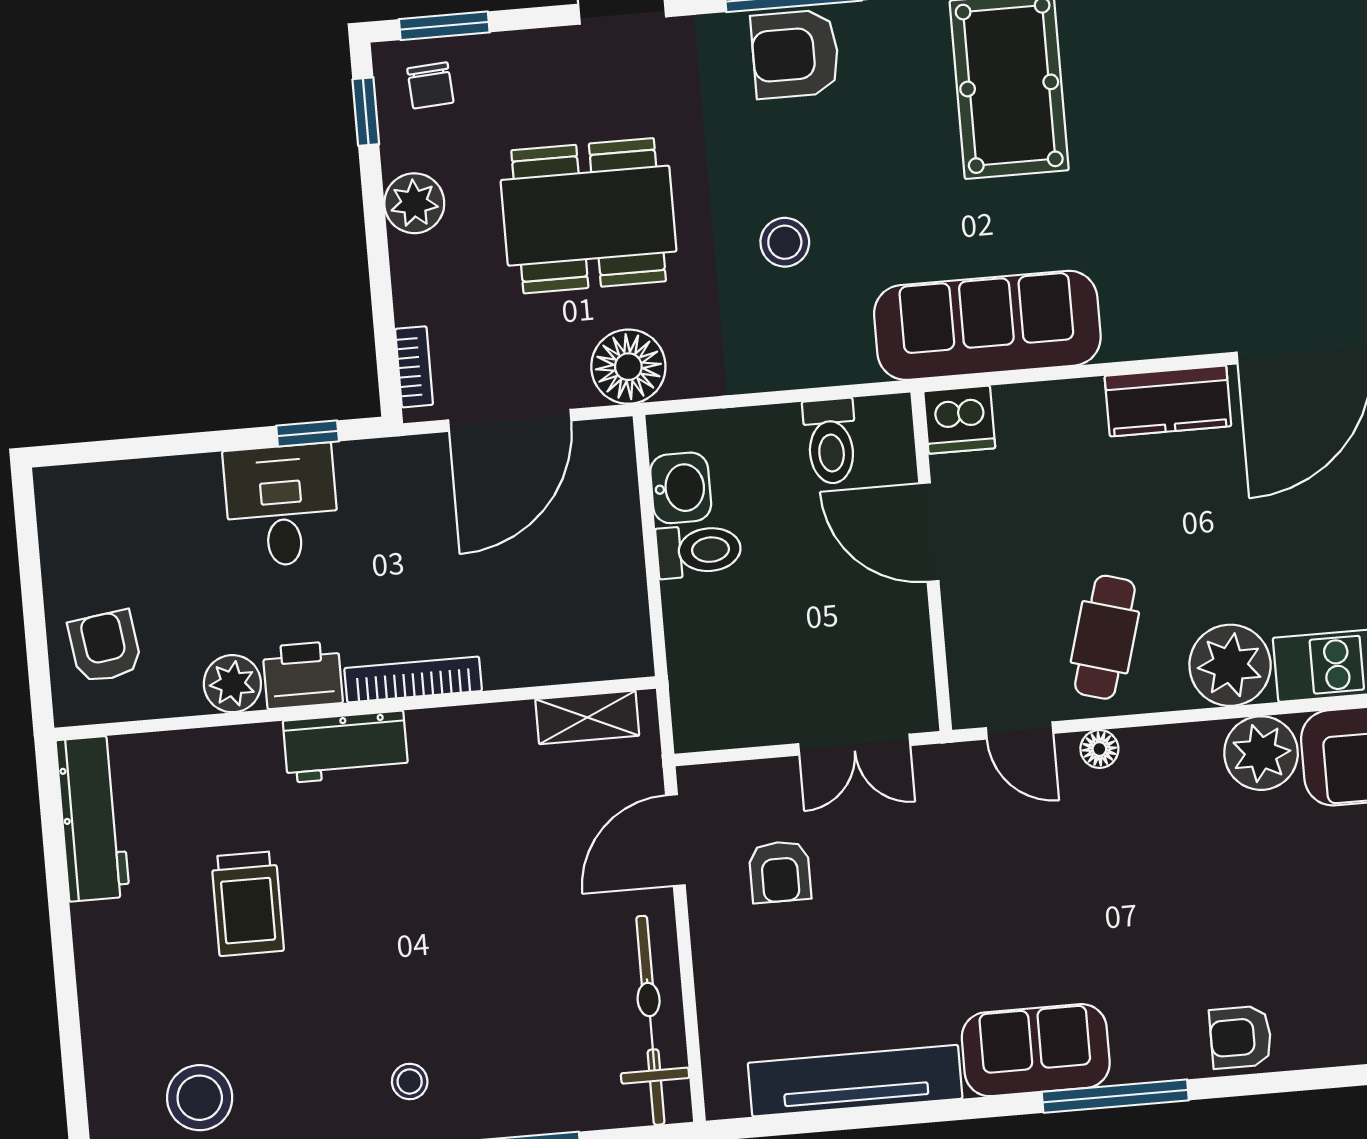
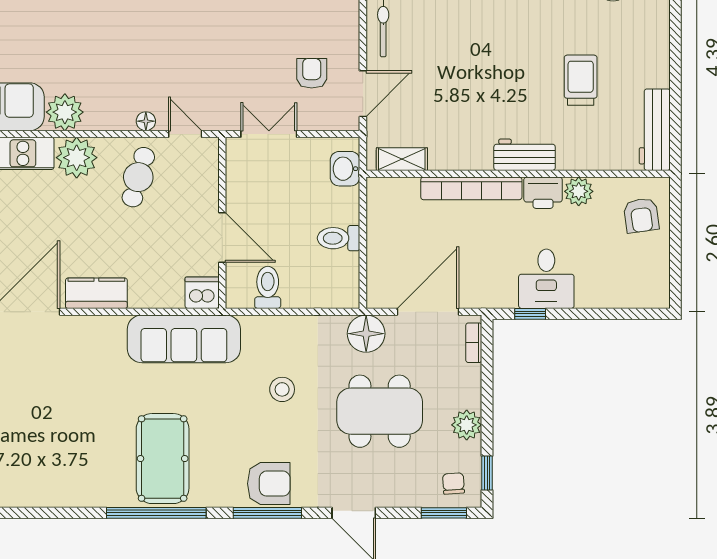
washbasin: (681, 488) -> (345, 169), moved
bookcase: (413, 680) -> (471, 188), width x1.48, depth x1.31

